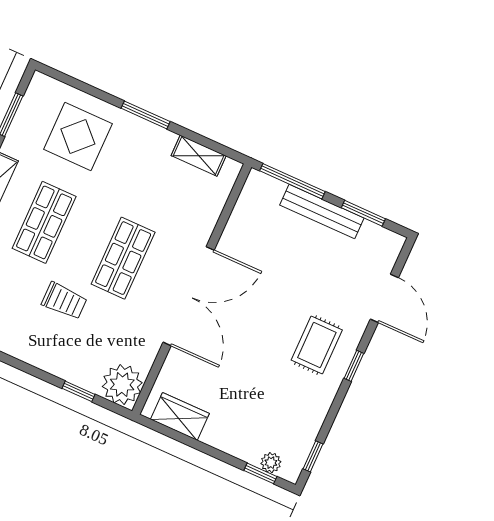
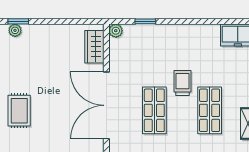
trolley: (64, 301) -> (183, 83), moved, turned 90
plant: (122, 385) -> (116, 31), width x0.53, depth x0.53
wardrobe: (180, 416) -> (94, 47), moved, turned 90

